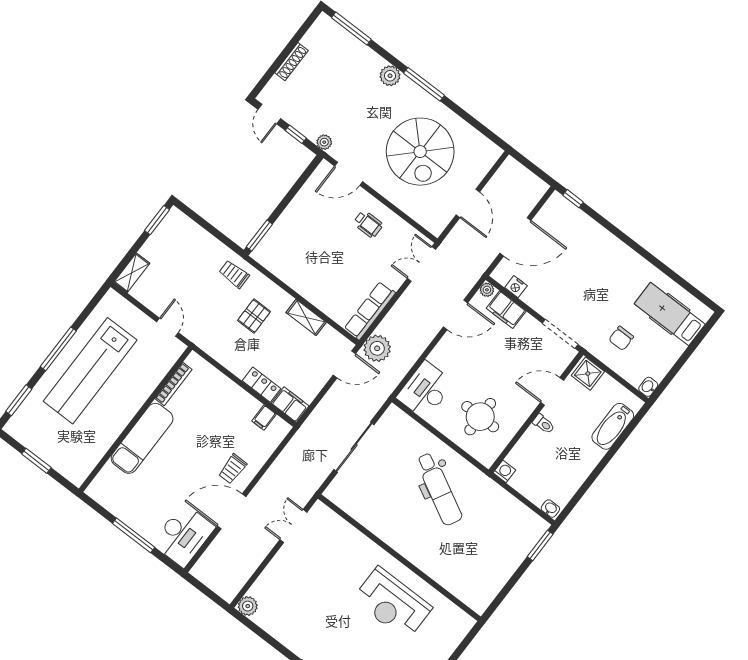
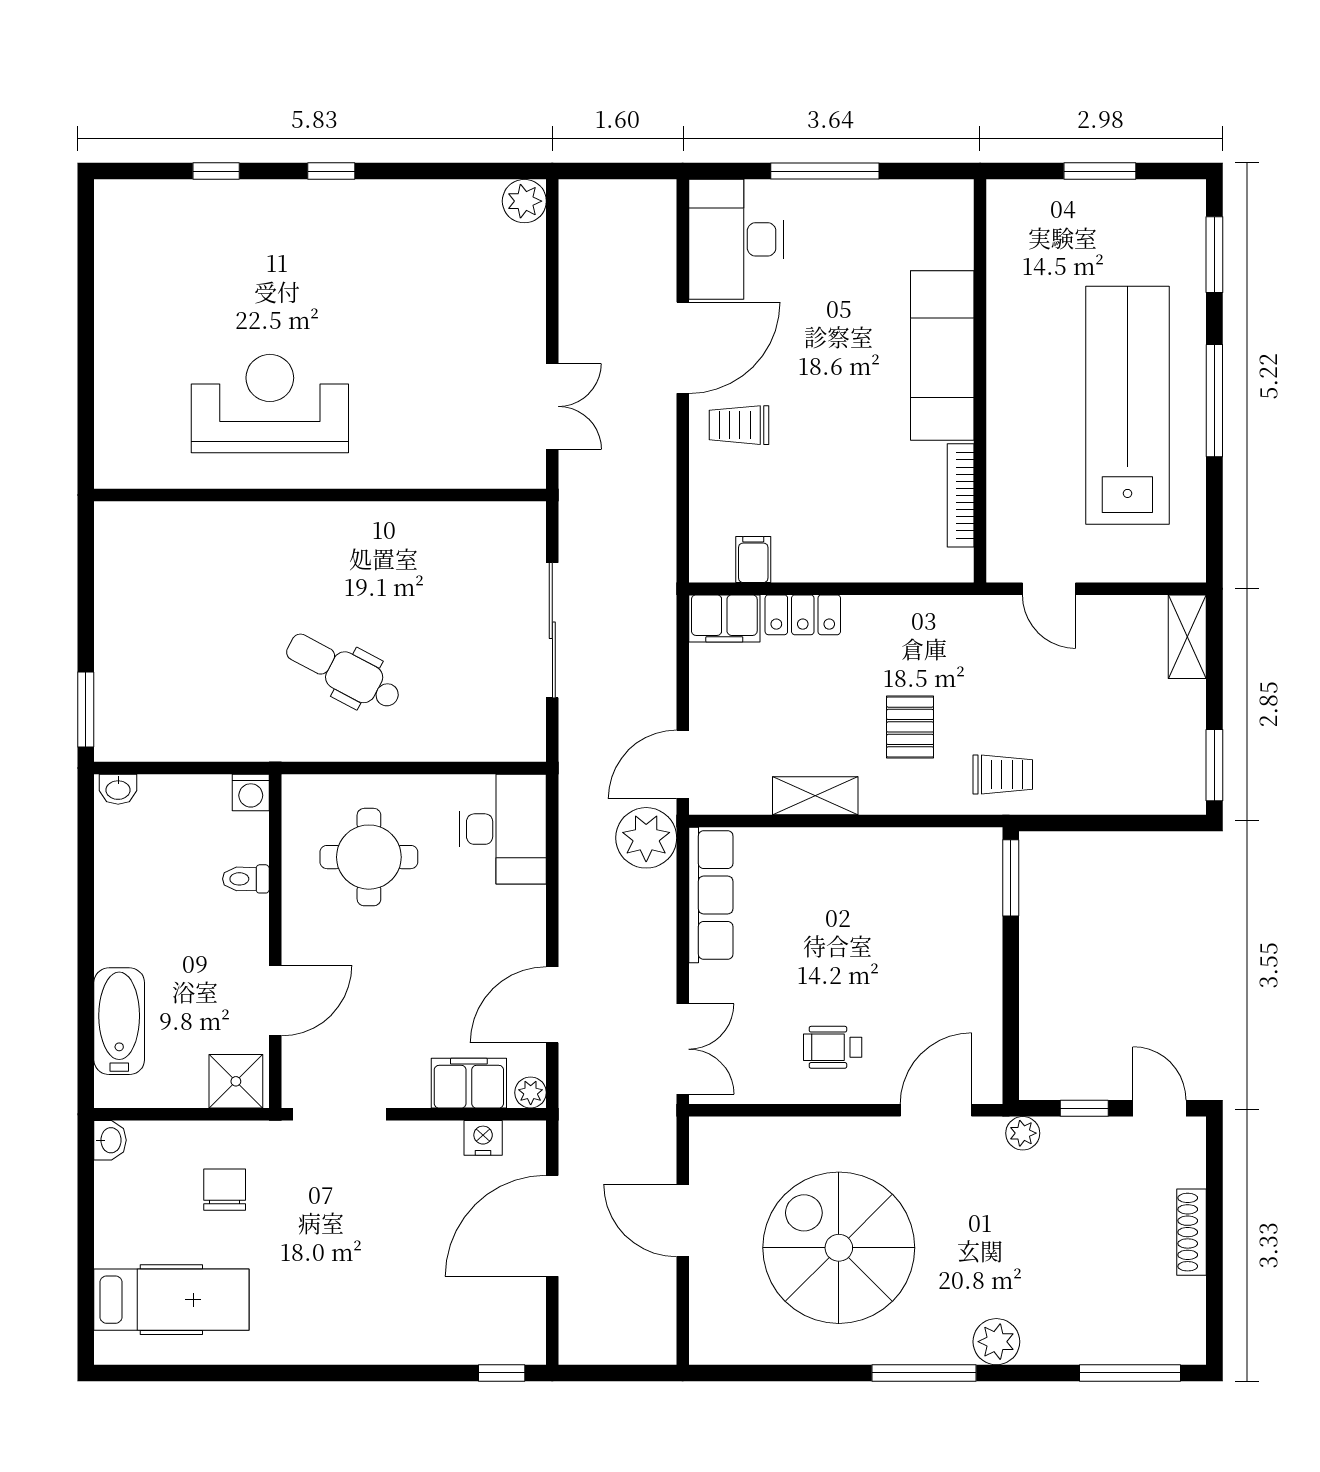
toilet: (544, 424) -> (246, 879), moved
trolley: (233, 469) -> (739, 425), turned -90
dental chair: (439, 489) -> (344, 672), width x0.73, depth x0.72

